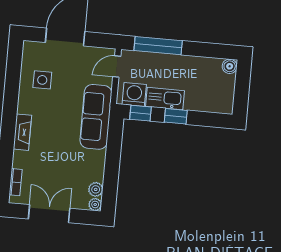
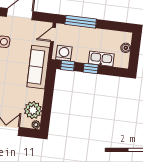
boiler: (230, 66) -> (126, 48), moved
kitchen sink: (165, 99) -> (101, 59), moved
plant: (96, 189) -> (33, 110), width x1.88, depth x1.88

